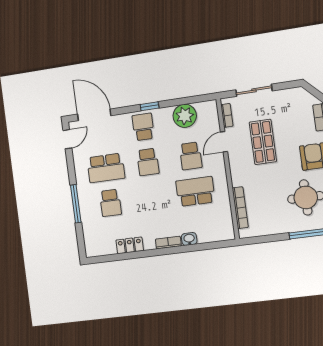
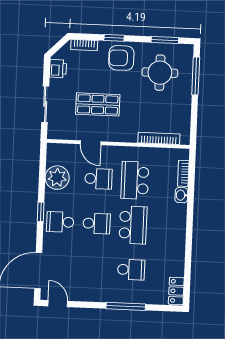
printer: (291, 96) -> (58, 69), added
bookcase: (227, 115) -> (65, 135), removed
school desk: (106, 168) -> (133, 225), moved
bookcase: (168, 243) -> (183, 173), moved
locker: (130, 245) -> (176, 291), moved

